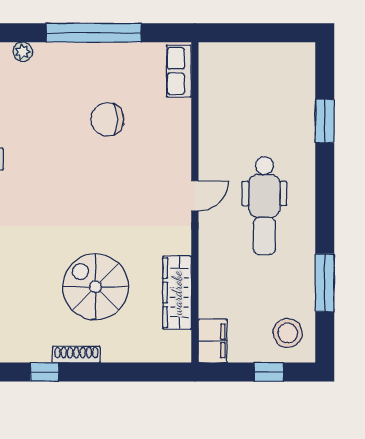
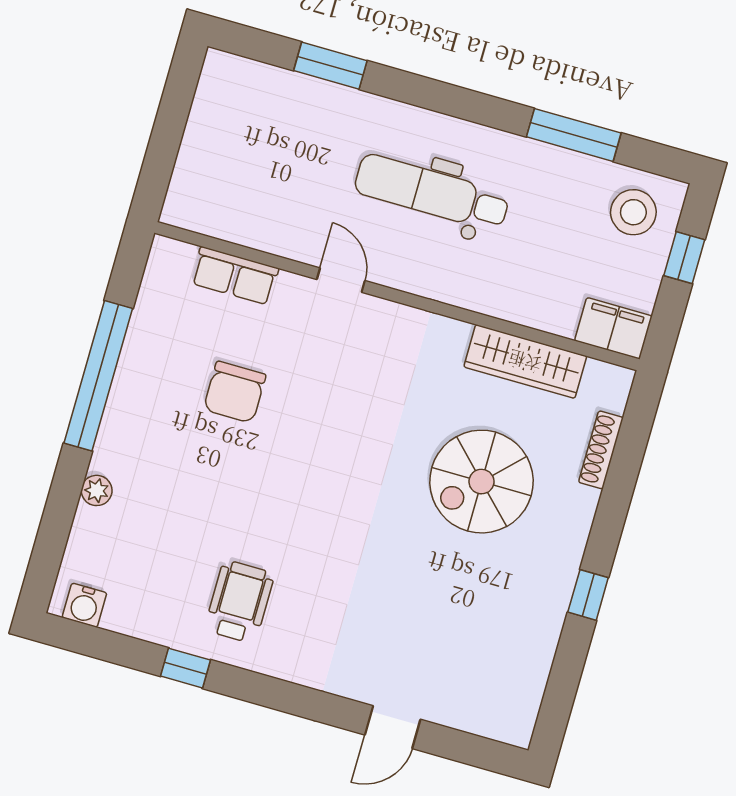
row of seats: (179, 71) -> (235, 276), moved
door: (195, 196) -> (341, 280), moved
dental chair: (264, 206) -> (432, 193), turned 180
shoe rack: (76, 355) -> (601, 450), moved

